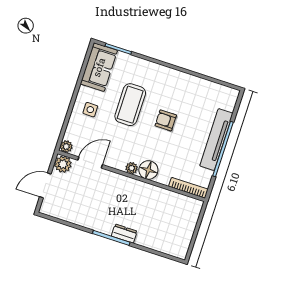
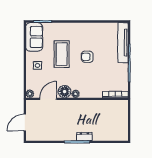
tv unit: (216, 140) -> (123, 43), moved
plant: (63, 164) -> (31, 106), removed
floor lamp: (148, 170) -> (65, 92), moved

